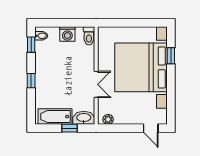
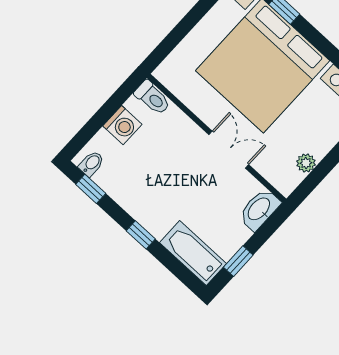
bathtub: (55, 117) -> (193, 253), moved, turned 90
plant: (108, 119) -> (306, 163), moved
window: (69, 128) -> (238, 261), moved

